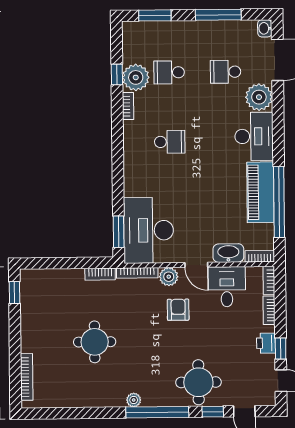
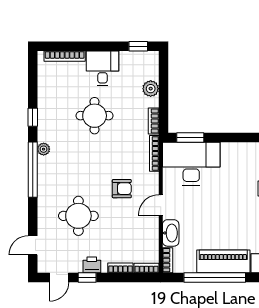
plant: (169, 277) -> (151, 89), moved
desk: (227, 287) -> (102, 68), moved, turned -90
round table: (198, 382) -> (78, 216), moved
window: (213, 412) -> (33, 117), moved

